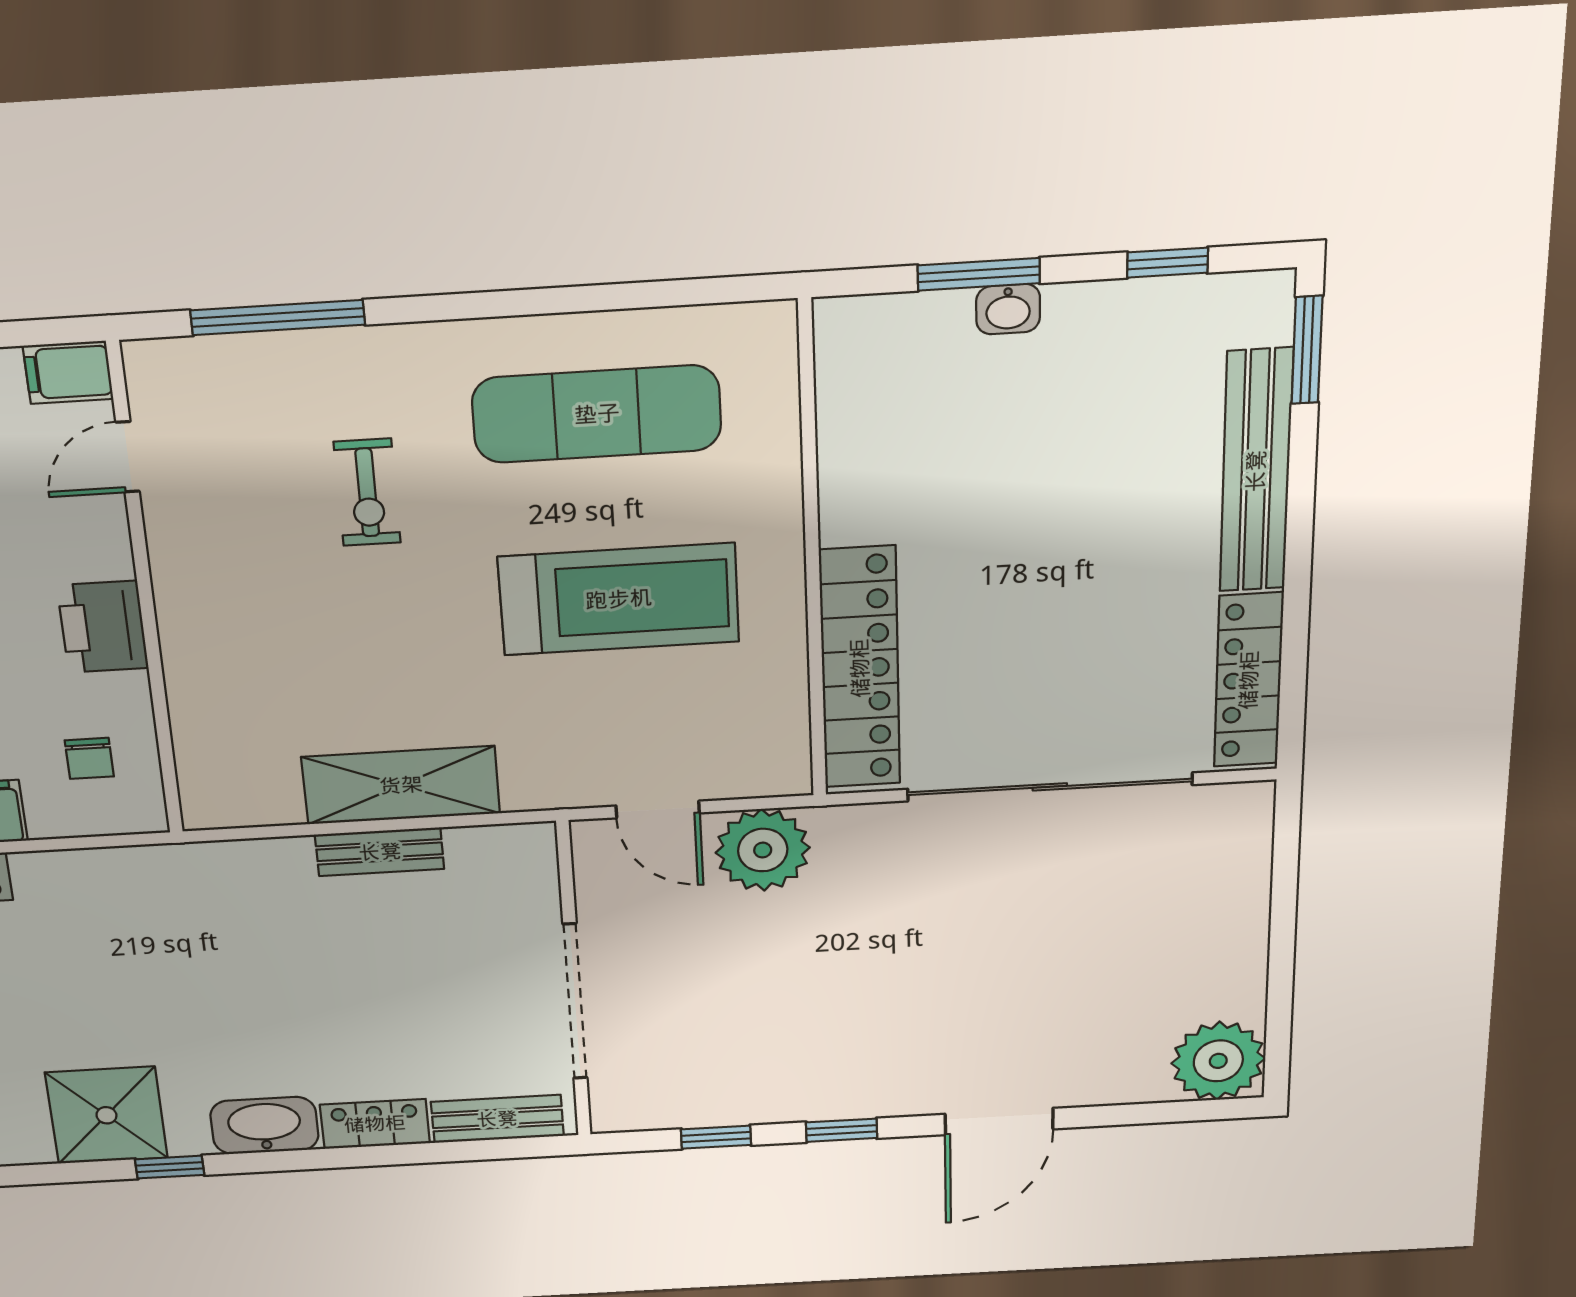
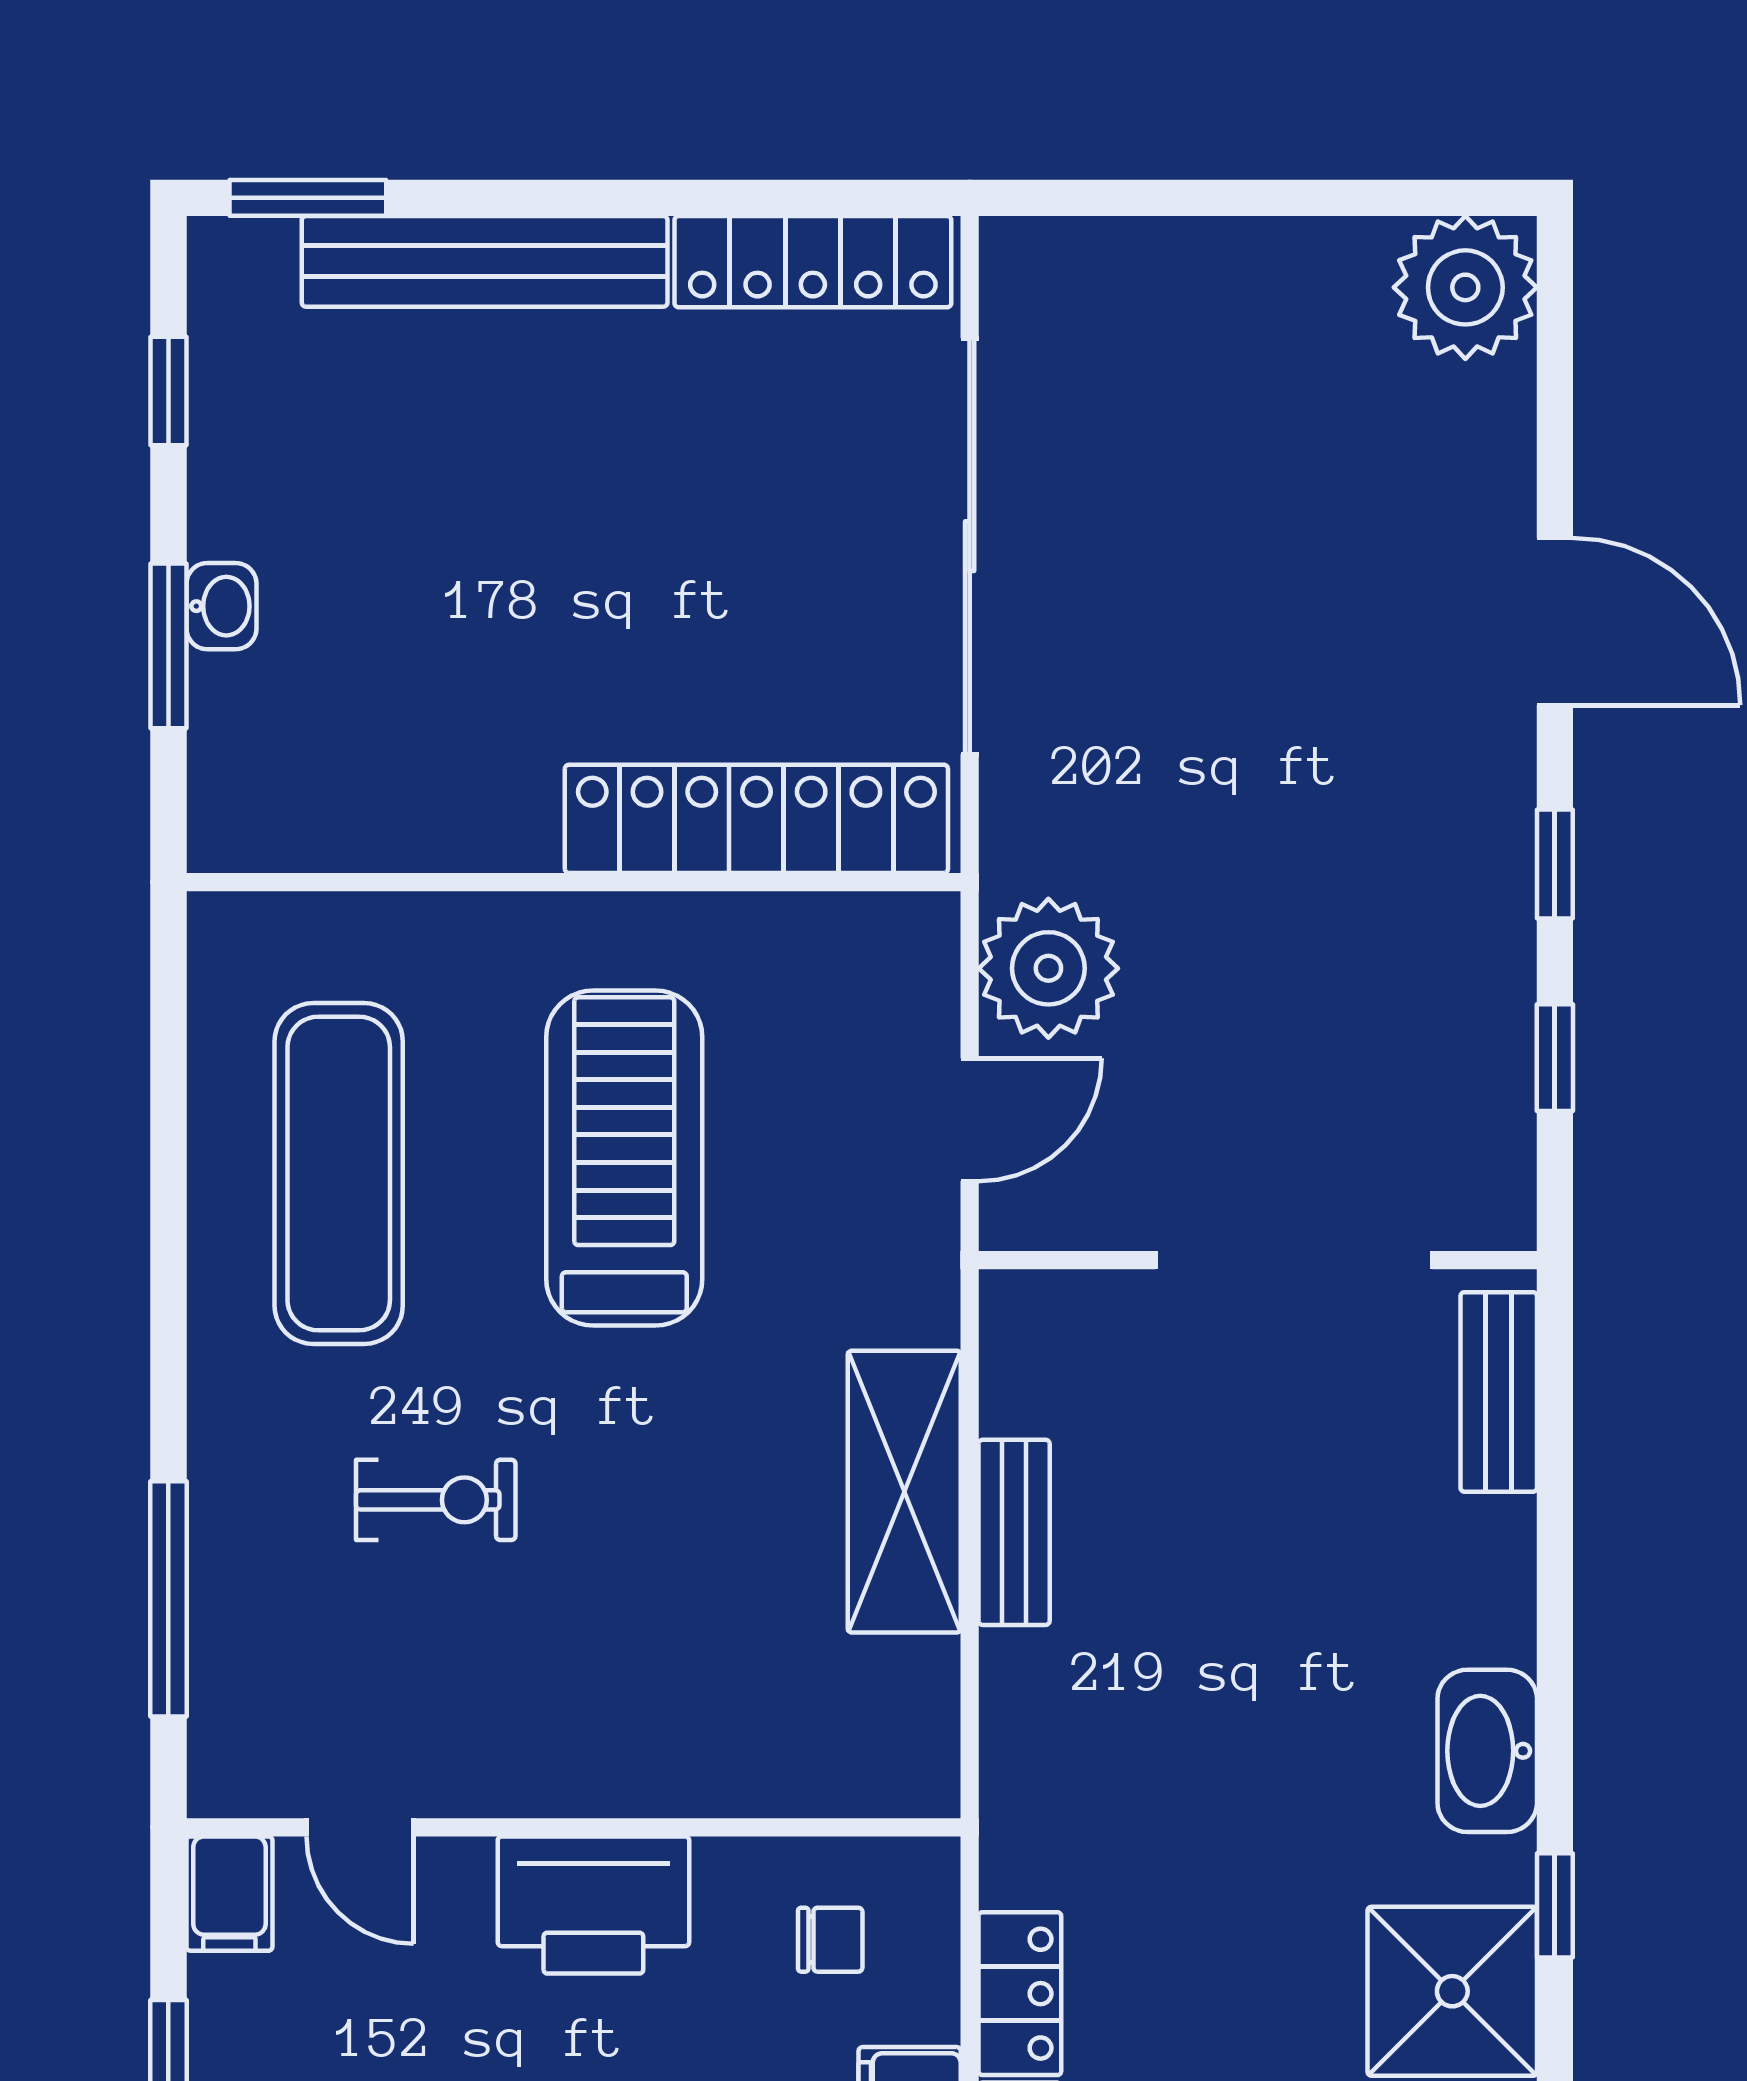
printer: (103, 627) -> (593, 1905), width x1.37, depth x1.19
locker: (375, 1124) -> (1020, 1994), moved, turned 180

